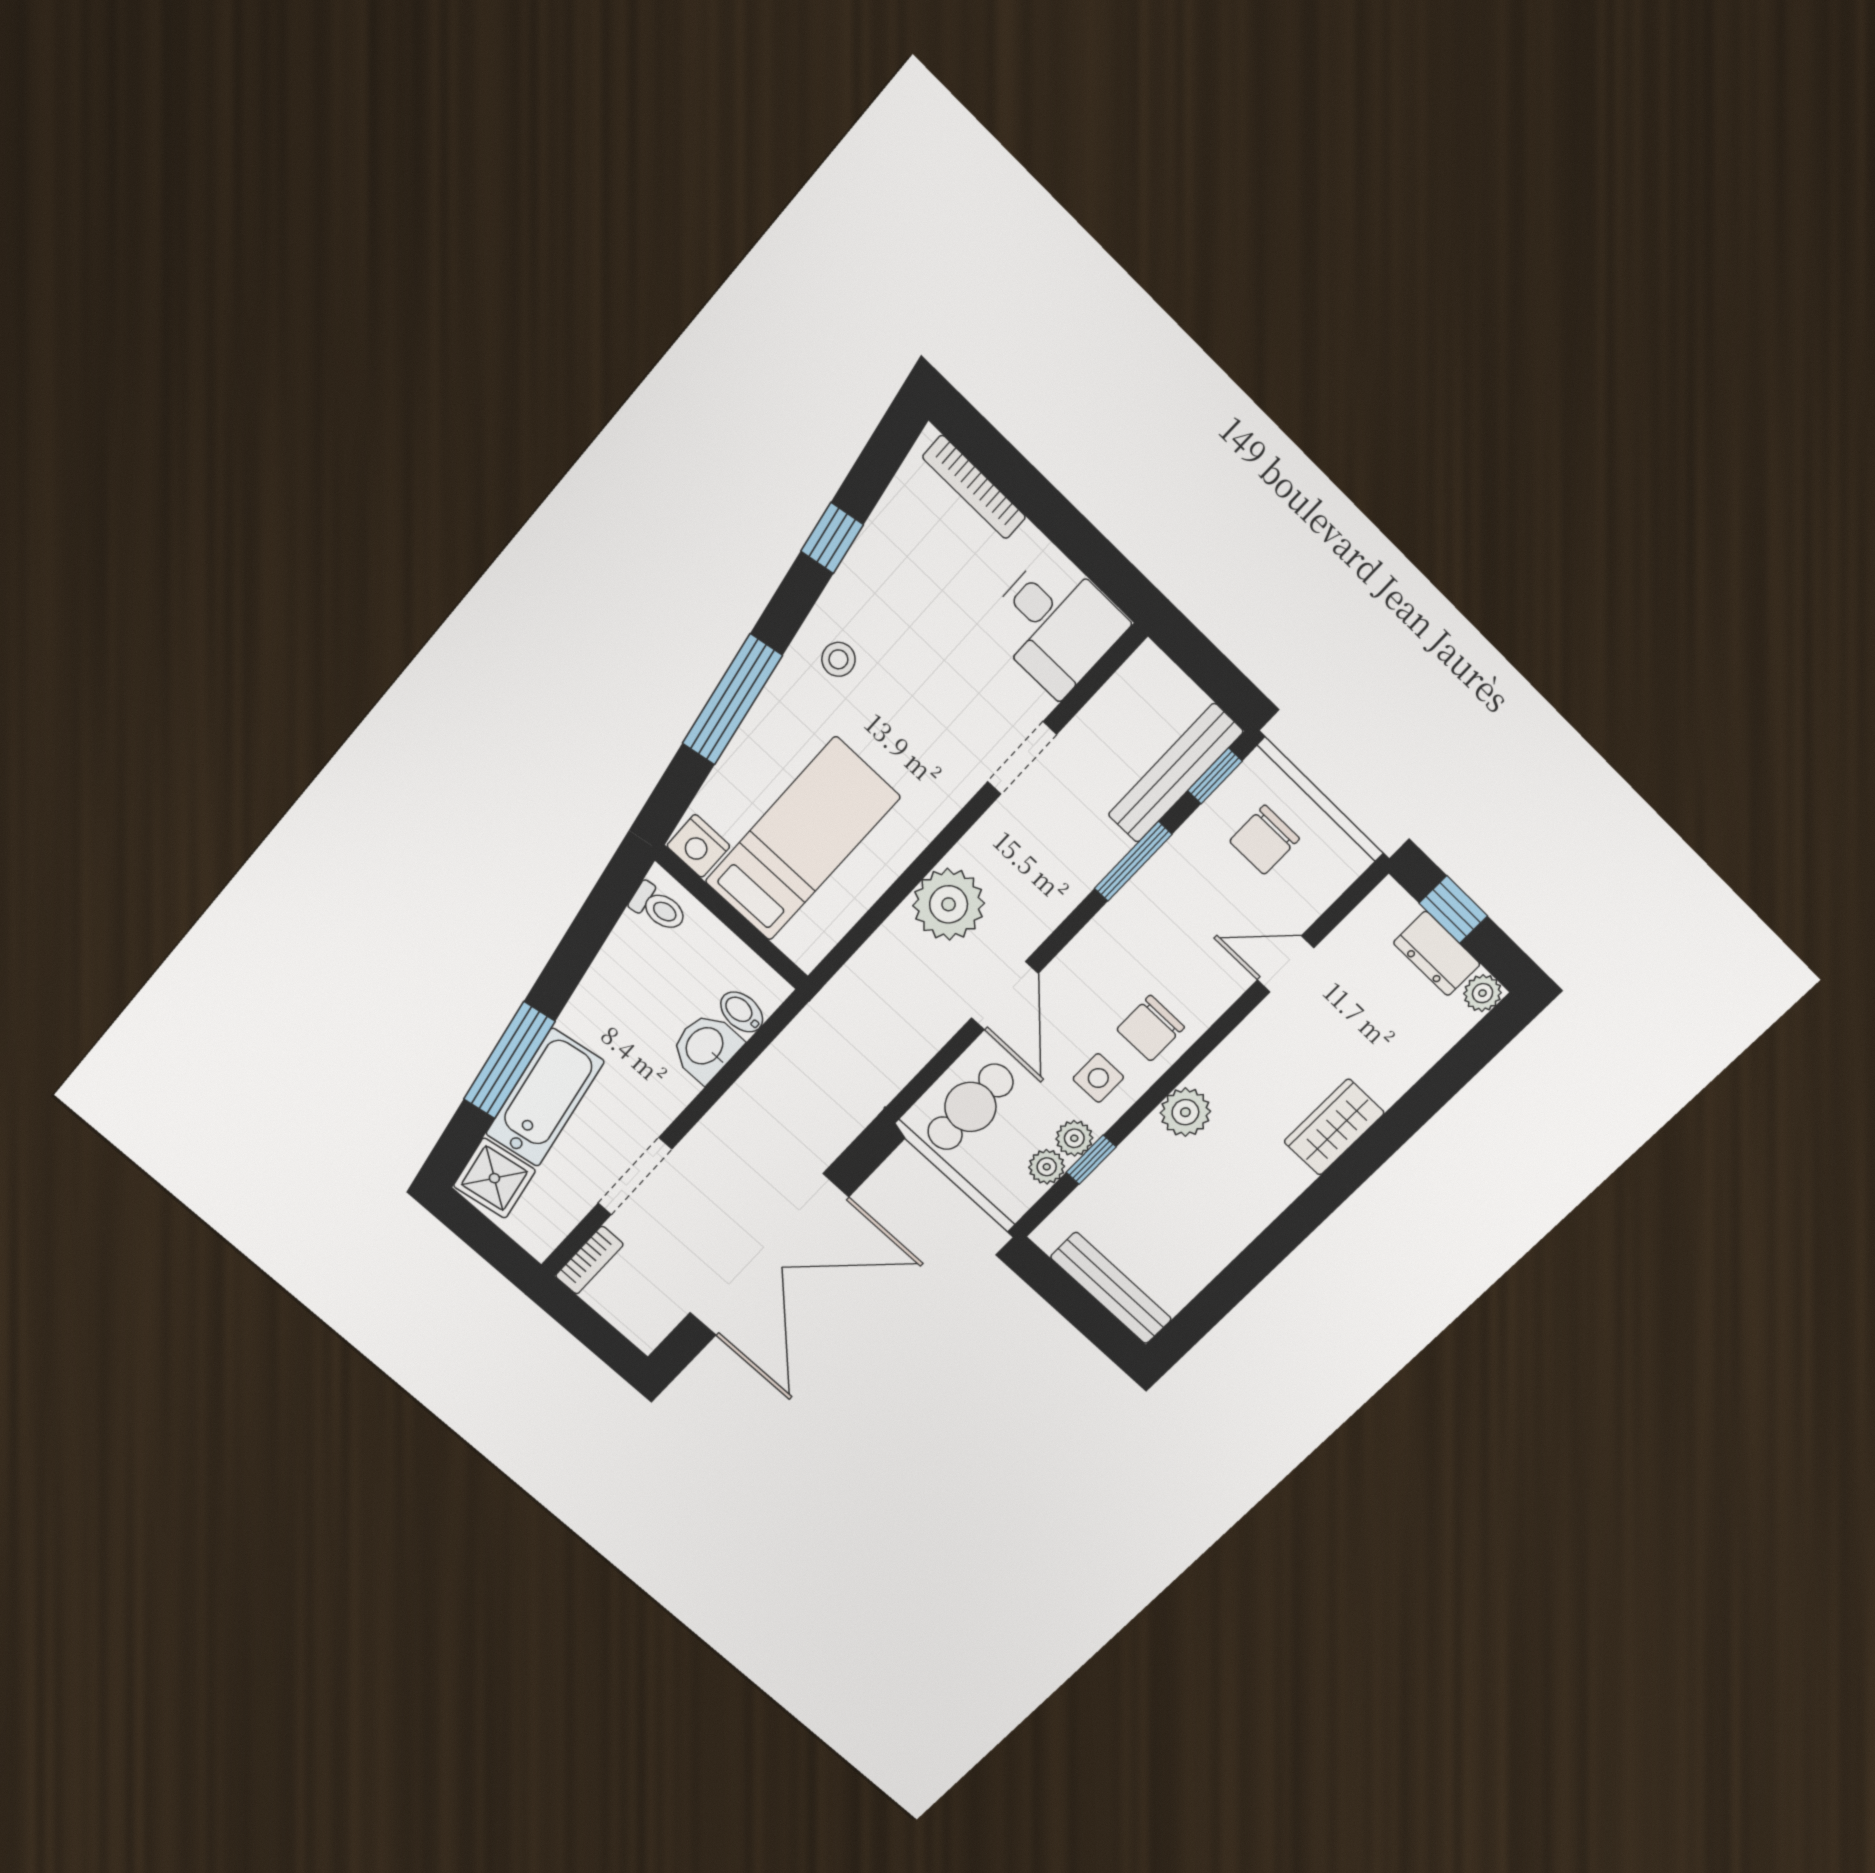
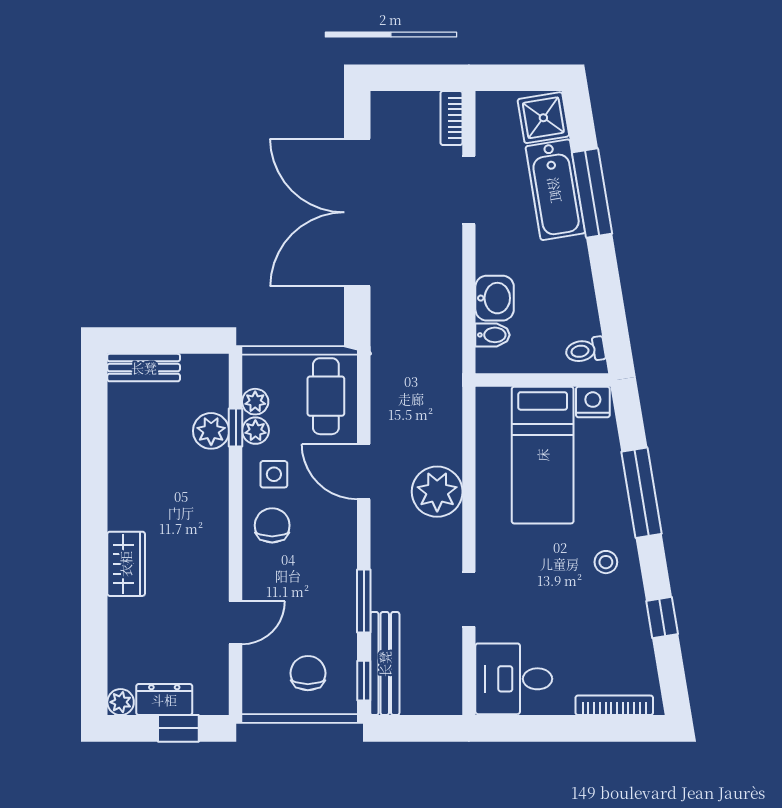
plant: (1185, 1112) -> (211, 431), moved
bench: (1111, 1288) -> (144, 368), width x0.73

